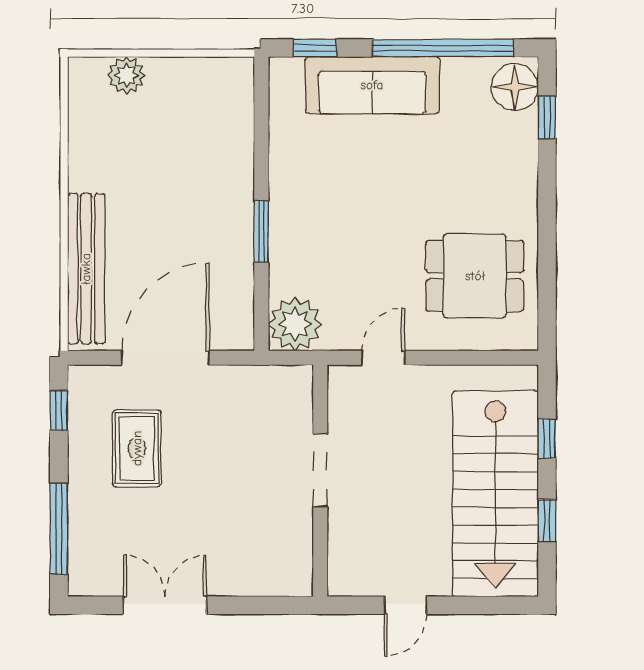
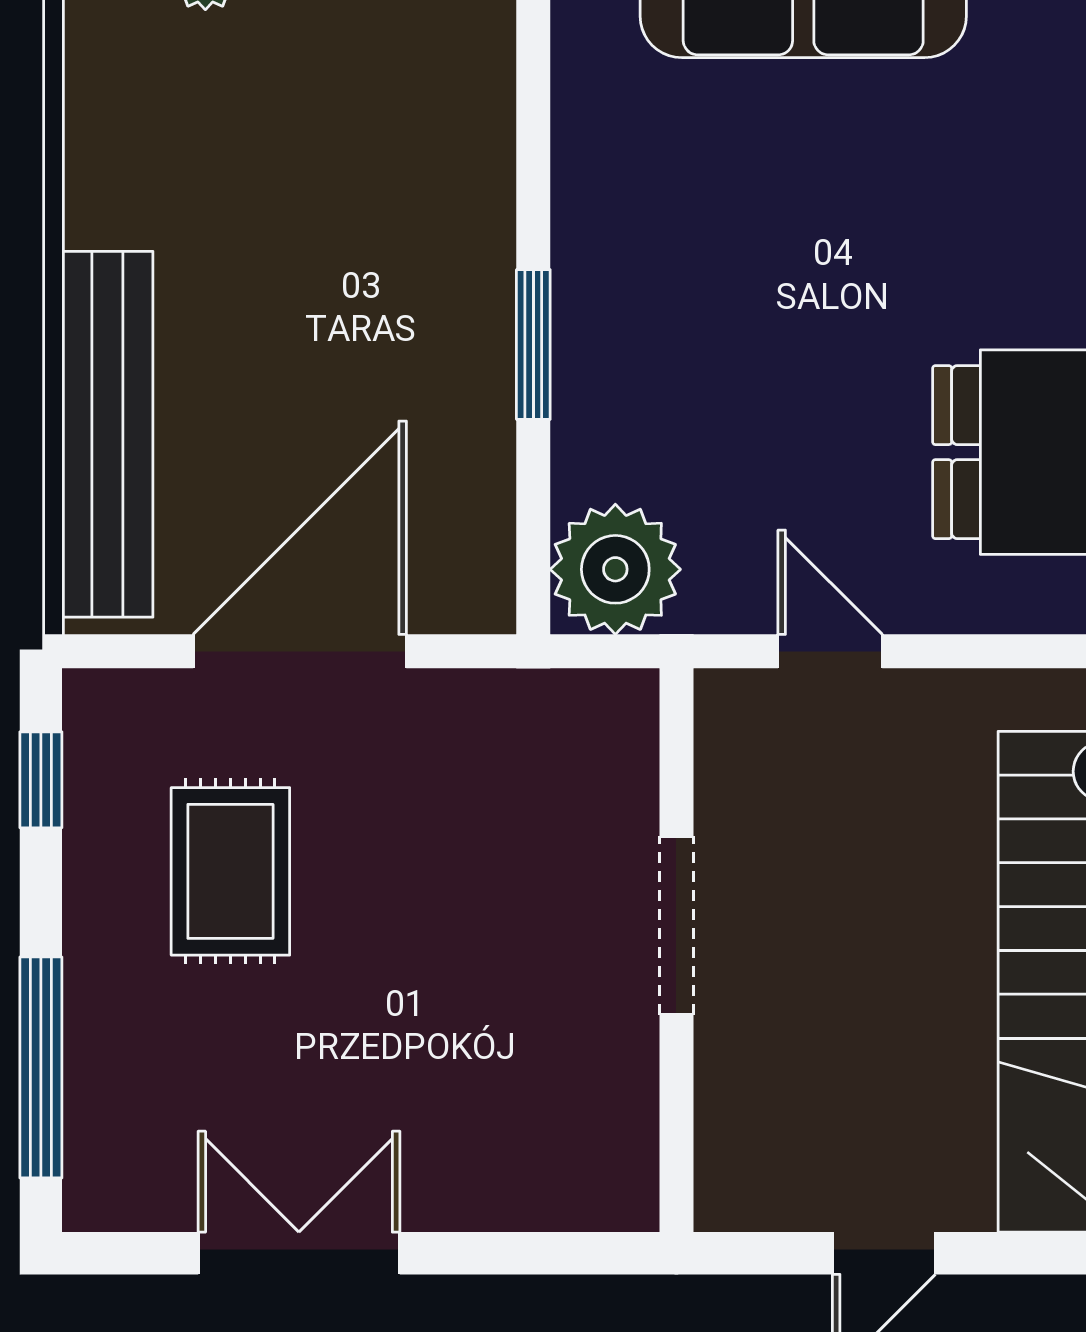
door: (383, 358) -> (830, 651), hinge flipped

